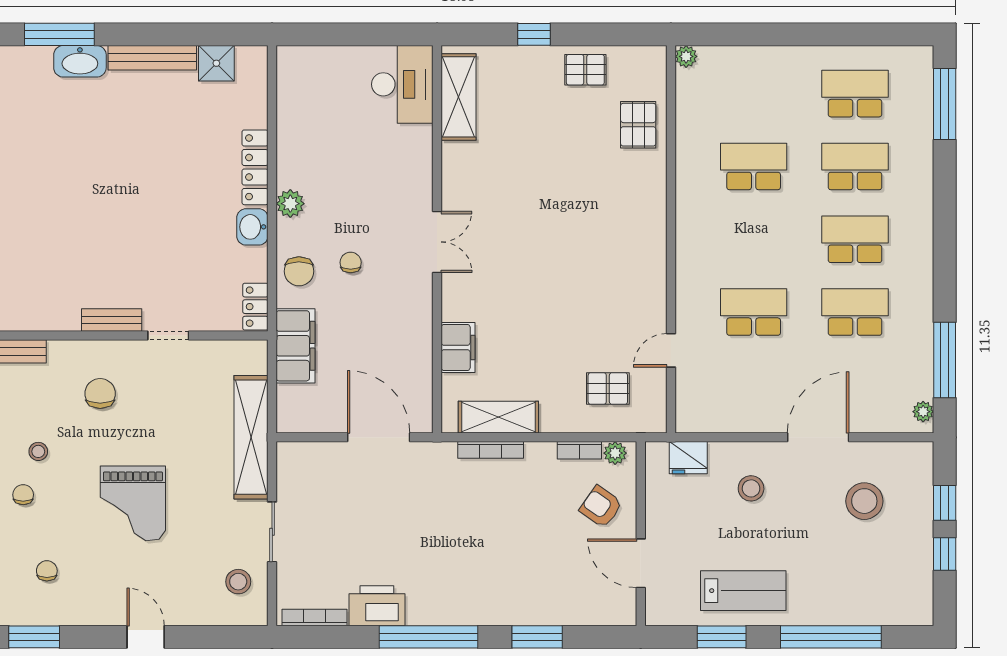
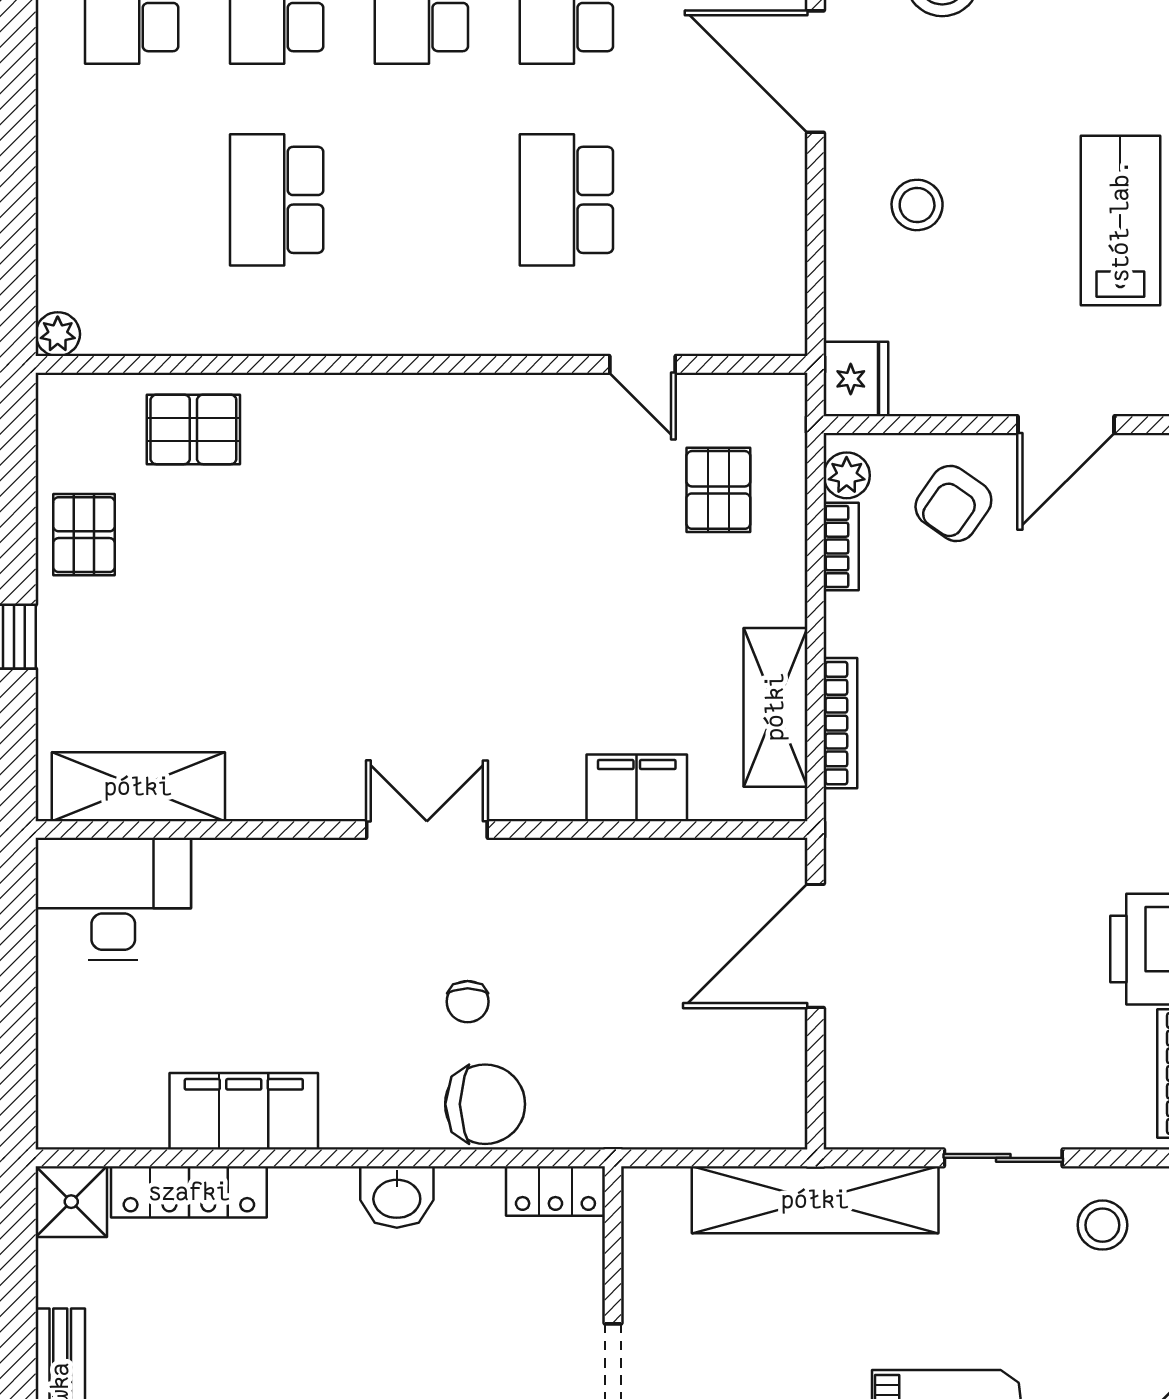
shower: (216, 63) -> (71, 1202), moved
locker: (255, 167) -> (189, 1192), moved
plant: (290, 204) -> (350, 1122), removed
chair: (351, 262) -> (468, 1002), turned -90
chair: (299, 271) -> (485, 1104), width x1.37, depth x1.37
filing cabinet: (295, 346) -> (244, 1111), moved
fridge: (688, 458) -> (856, 379), moved

